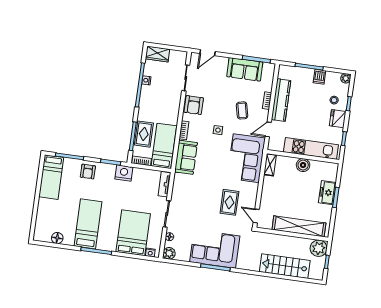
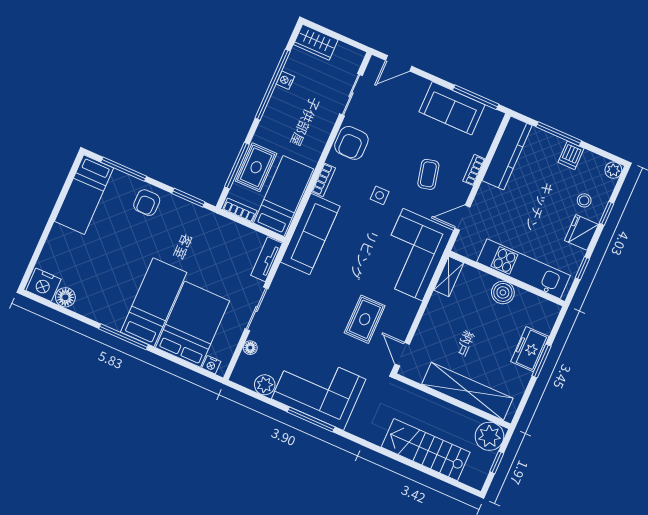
kitchen counter: (281, 100) -> (507, 153), moved
sofa: (186, 157) -> (310, 234), width x1.36
nightstand: (124, 173) -> (43, 285), moved, turned 180
bed: (88, 224) -> (154, 302), moved
plant: (169, 253) -> (265, 385), moved

